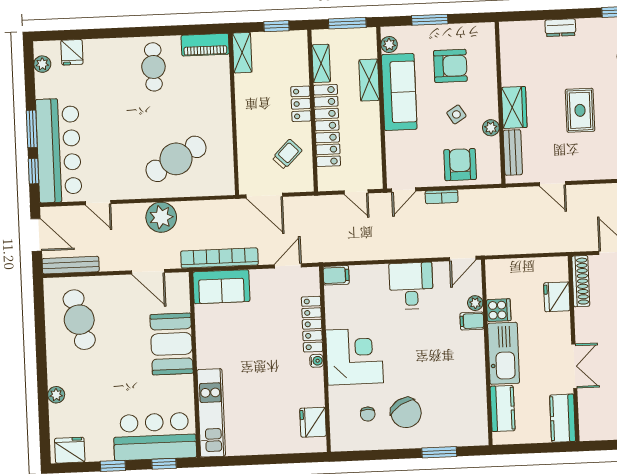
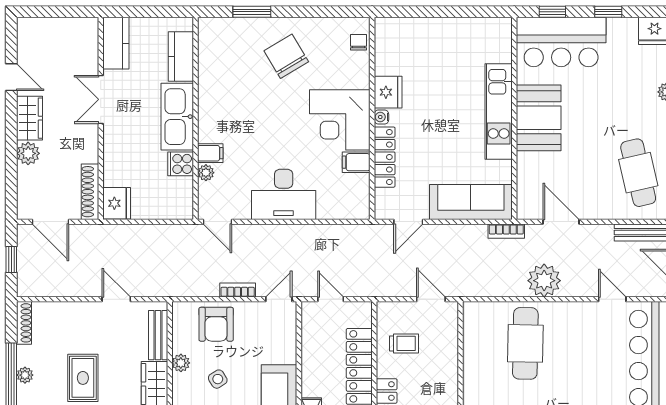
trolley: (287, 154) -> (404, 343), turned -135
cafe table: (176, 159) -> (525, 343), turned -60
door: (264, 196) -> (431, 299), width x0.73
bookcase: (219, 258) -> (506, 231), width x0.43, depth x0.76
door: (463, 259) -> (218, 222), swing flipped
filing cabinet: (336, 275) -> (356, 162), moved
desk: (411, 286) -> (284, 194), width x1.37
sofa: (221, 287) -> (471, 202), width x1.36
fridge: (557, 297) -> (117, 203), moved
booth: (172, 344) -> (539, 118), moved
kitchen unit: (211, 413) -> (499, 111), moved
chair: (368, 414) -> (359, 42), moved
fridge: (313, 422) -> (388, 92), moved

